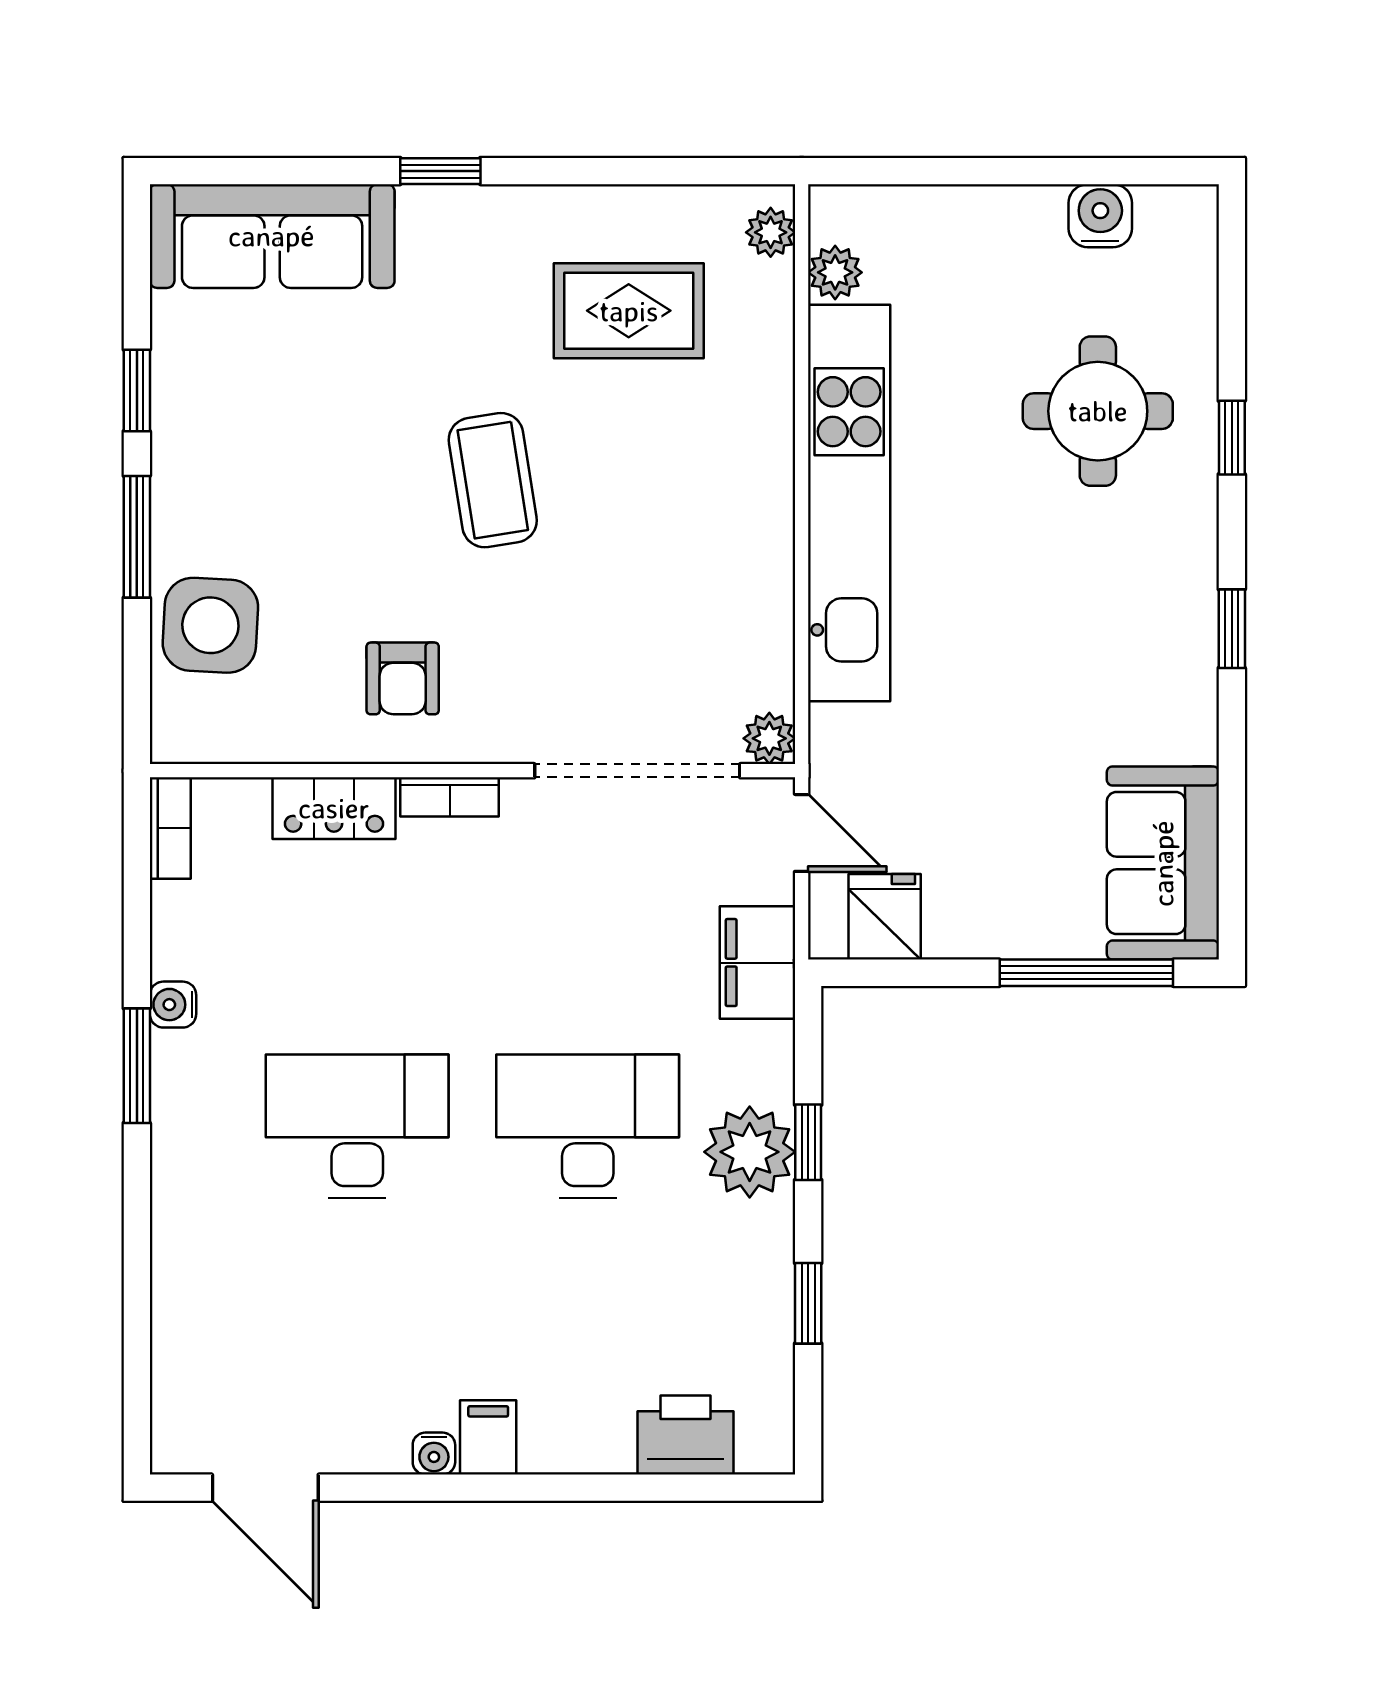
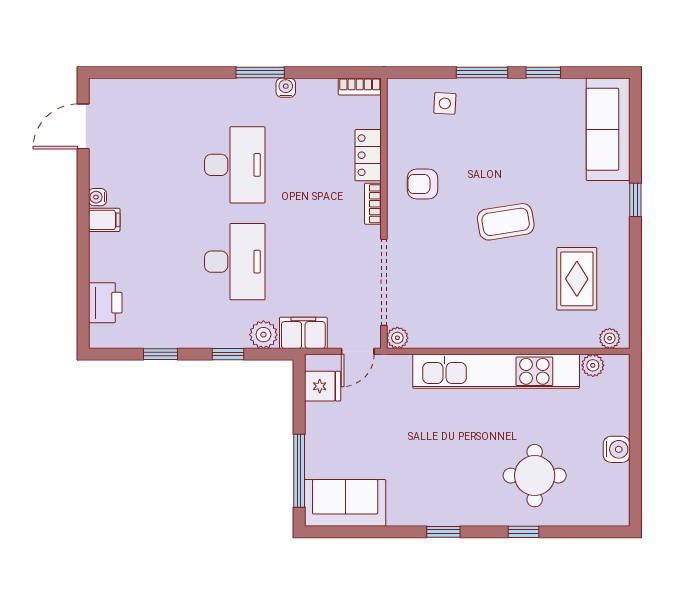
water cooler: (1100, 216) -> (617, 449), moved
side table: (210, 625) -> (445, 103), width x0.54, depth x0.54
plant: (750, 1152) -> (263, 335), moved, width x0.73, depth x0.73

